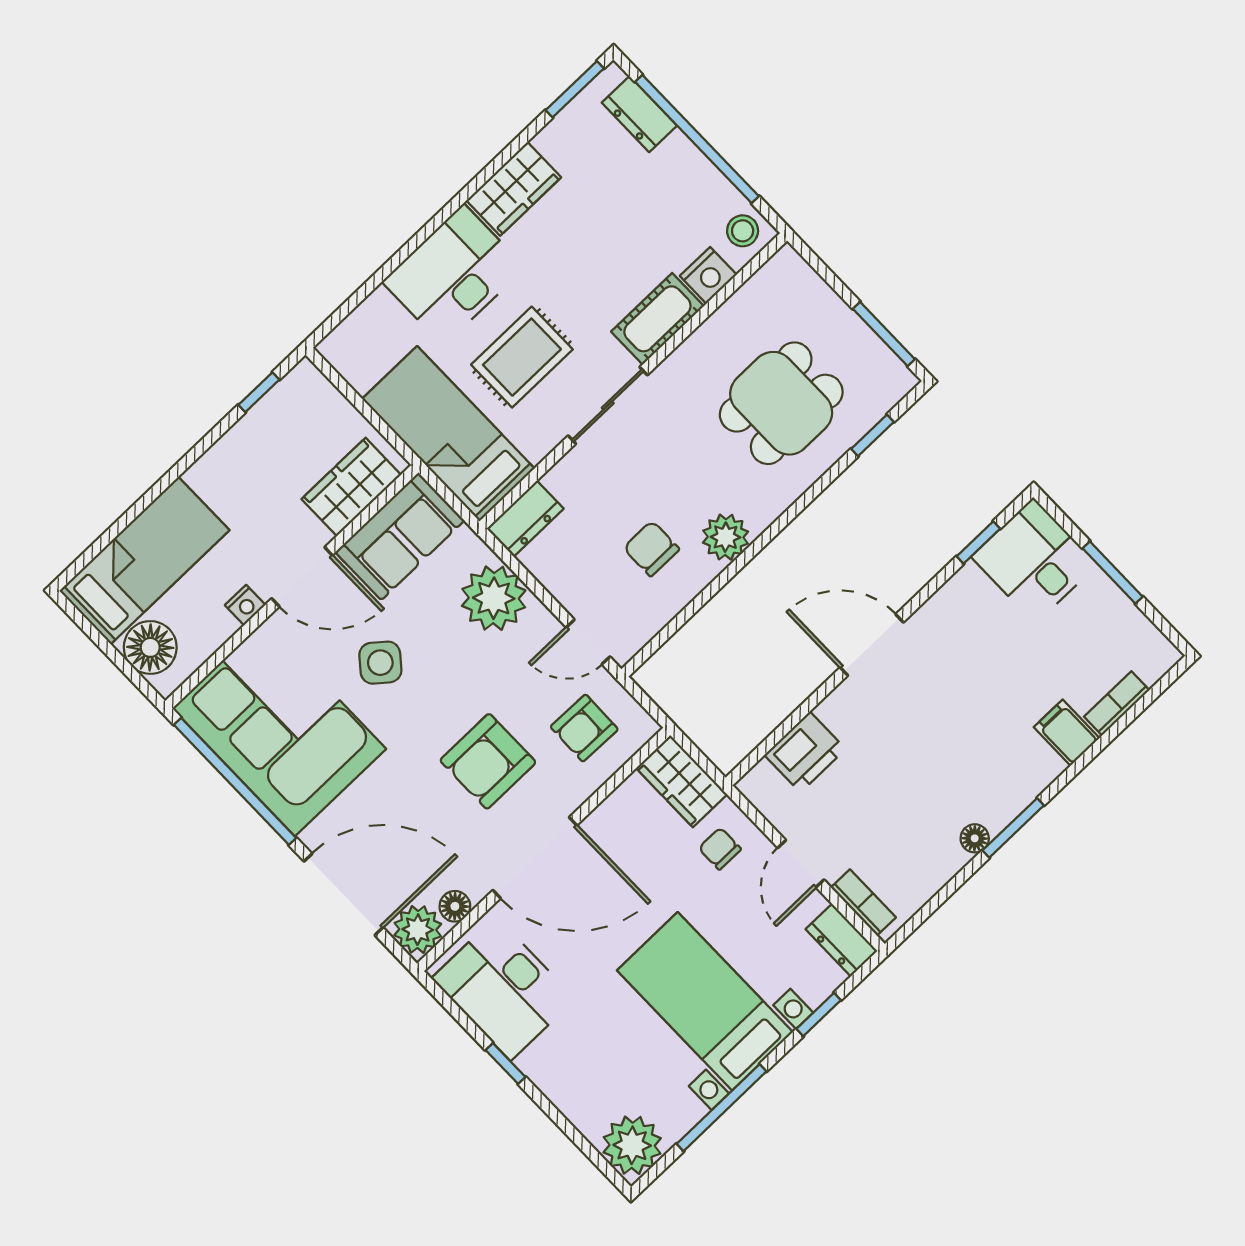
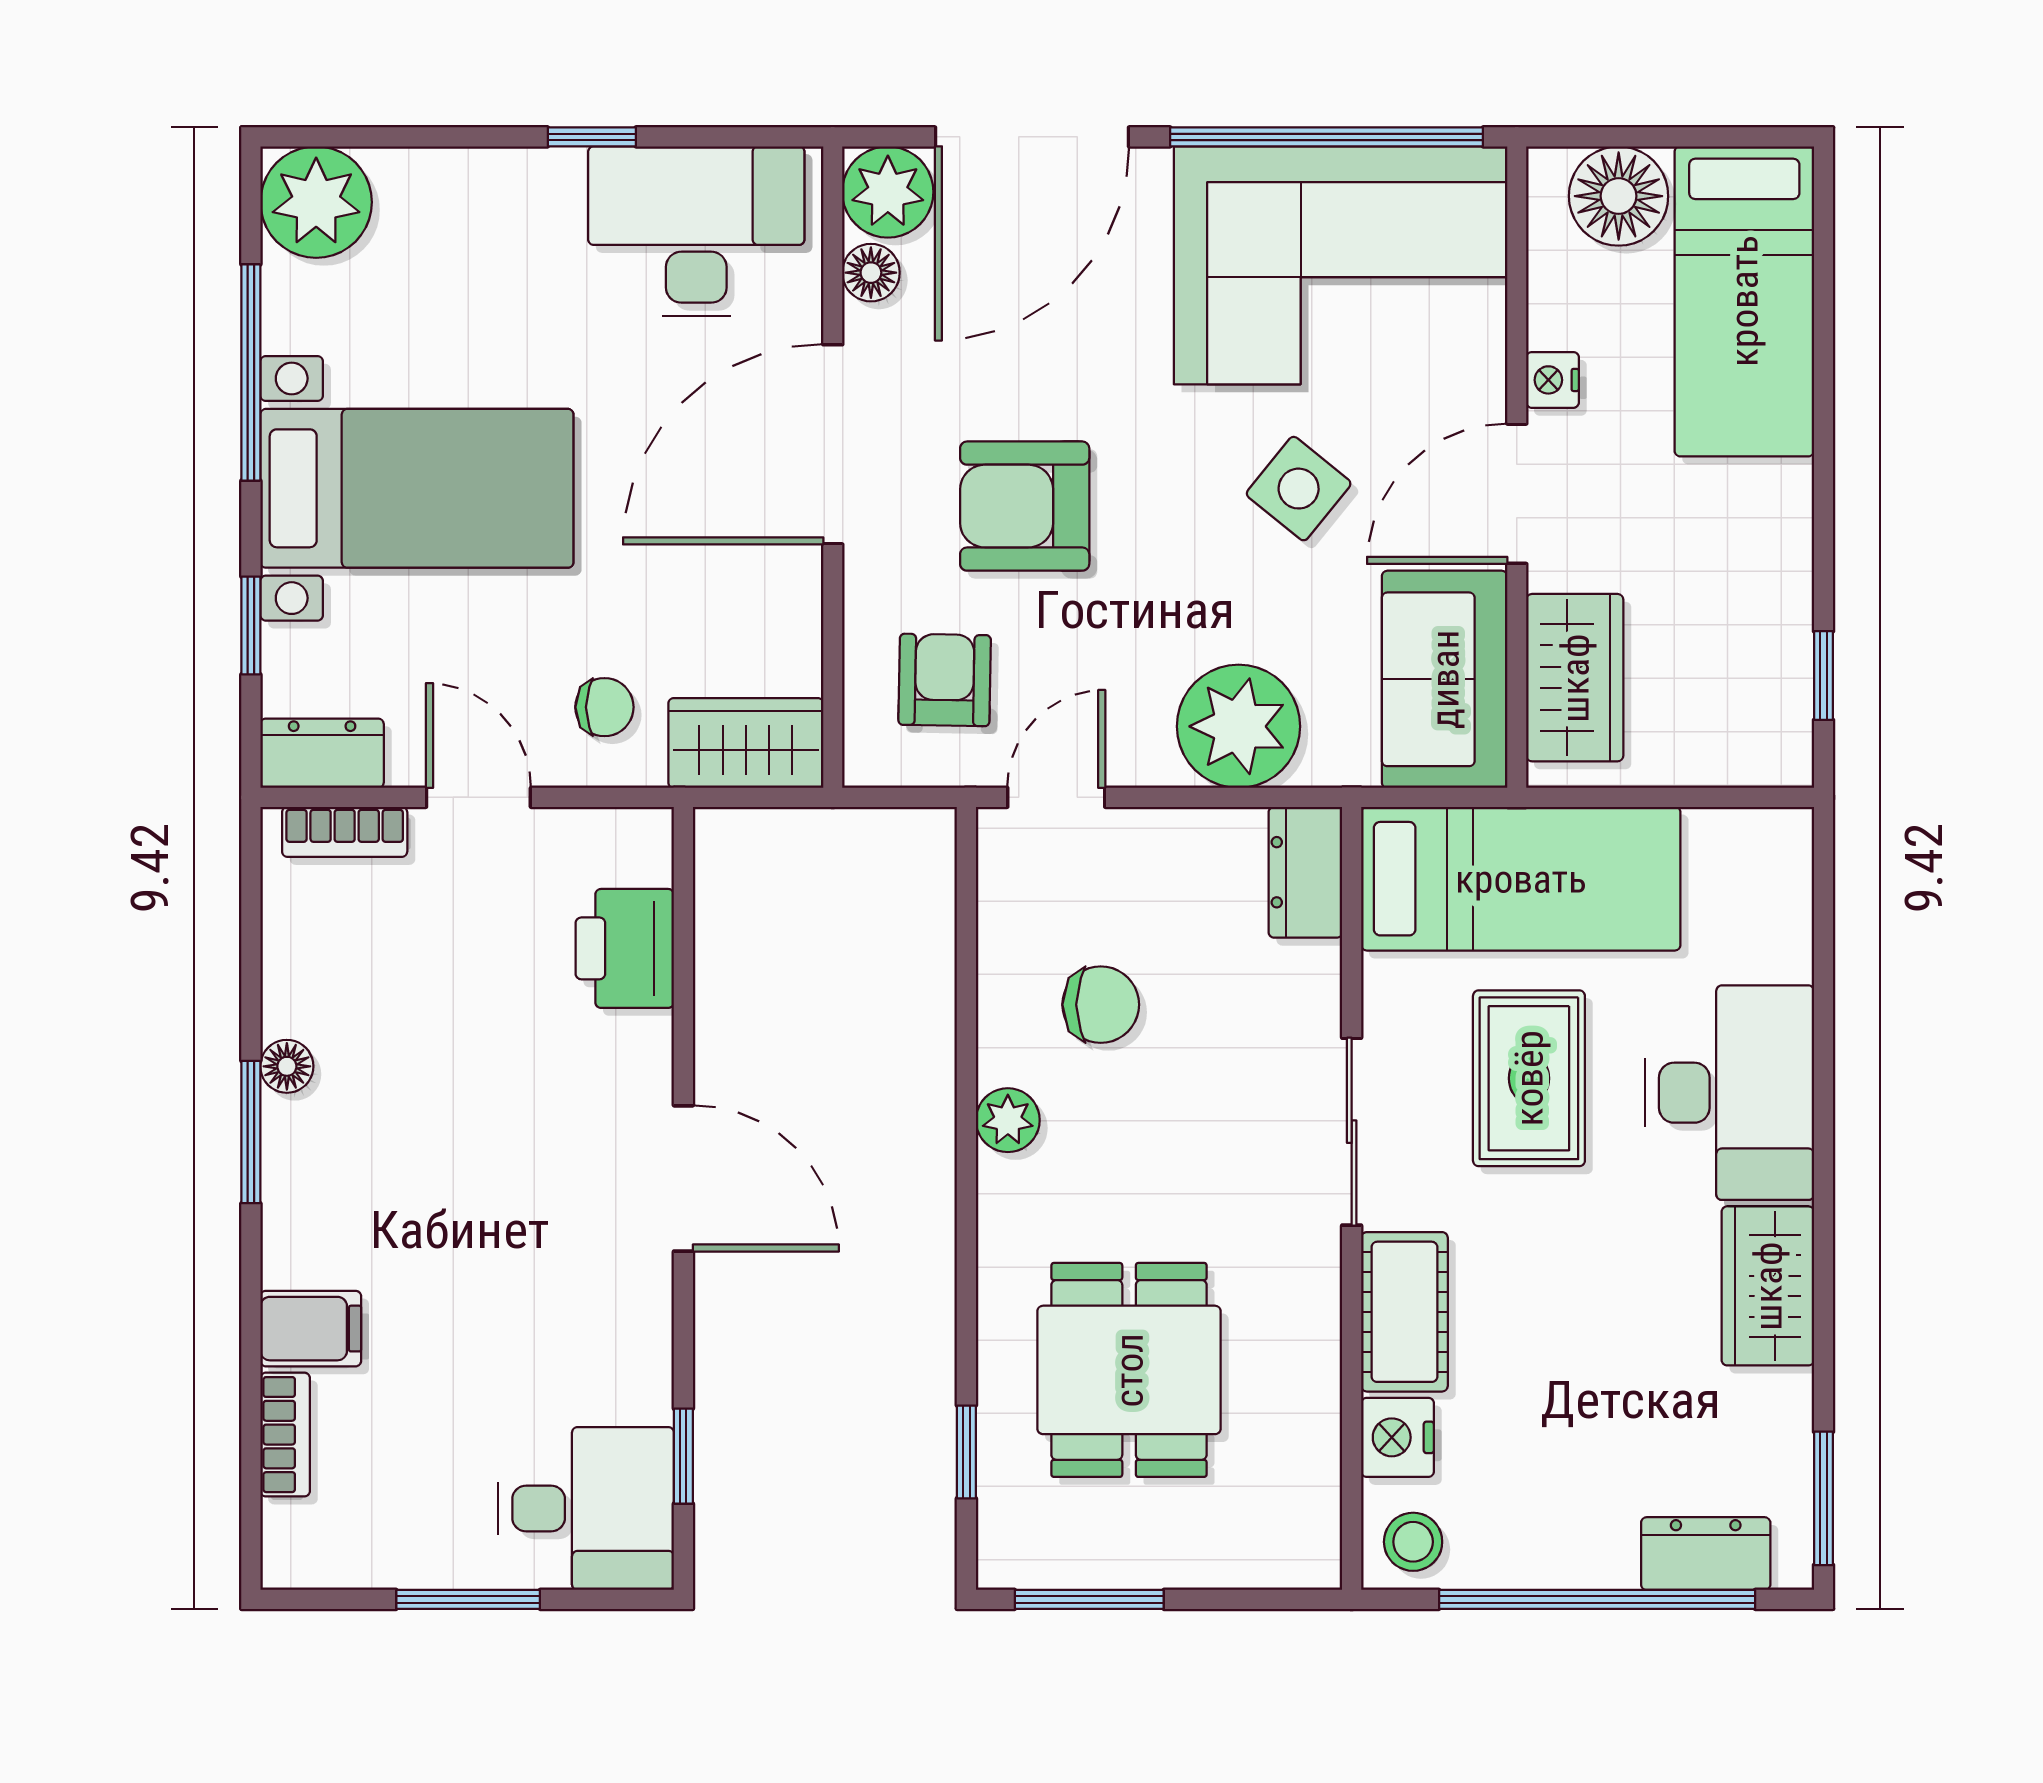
plant: (726, 537) -> (1008, 1120), width x0.73, depth x0.73
door: (872, 645) -> (683, 1178), hinge flipped
armchair: (488, 761) -> (1025, 506), turned -90

